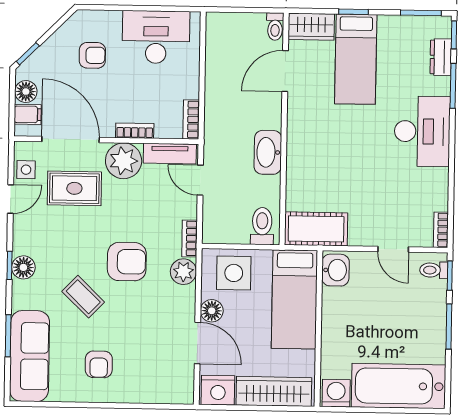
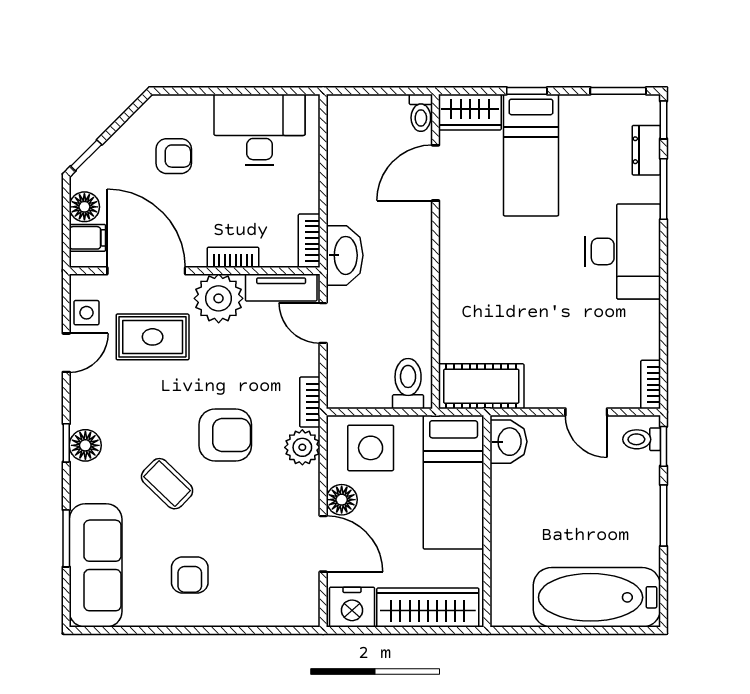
washbasin: (268, 152) -> (345, 255), moved, turned 180
washing machine: (336, 393) -> (512, 609), removed

